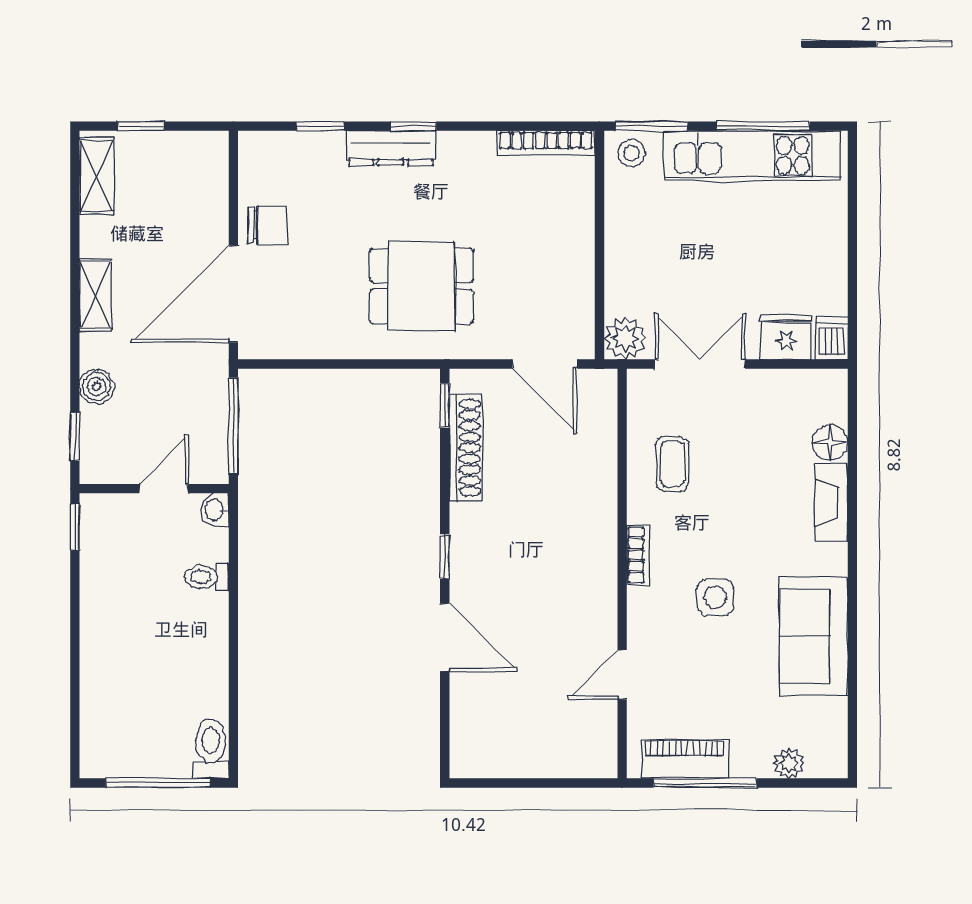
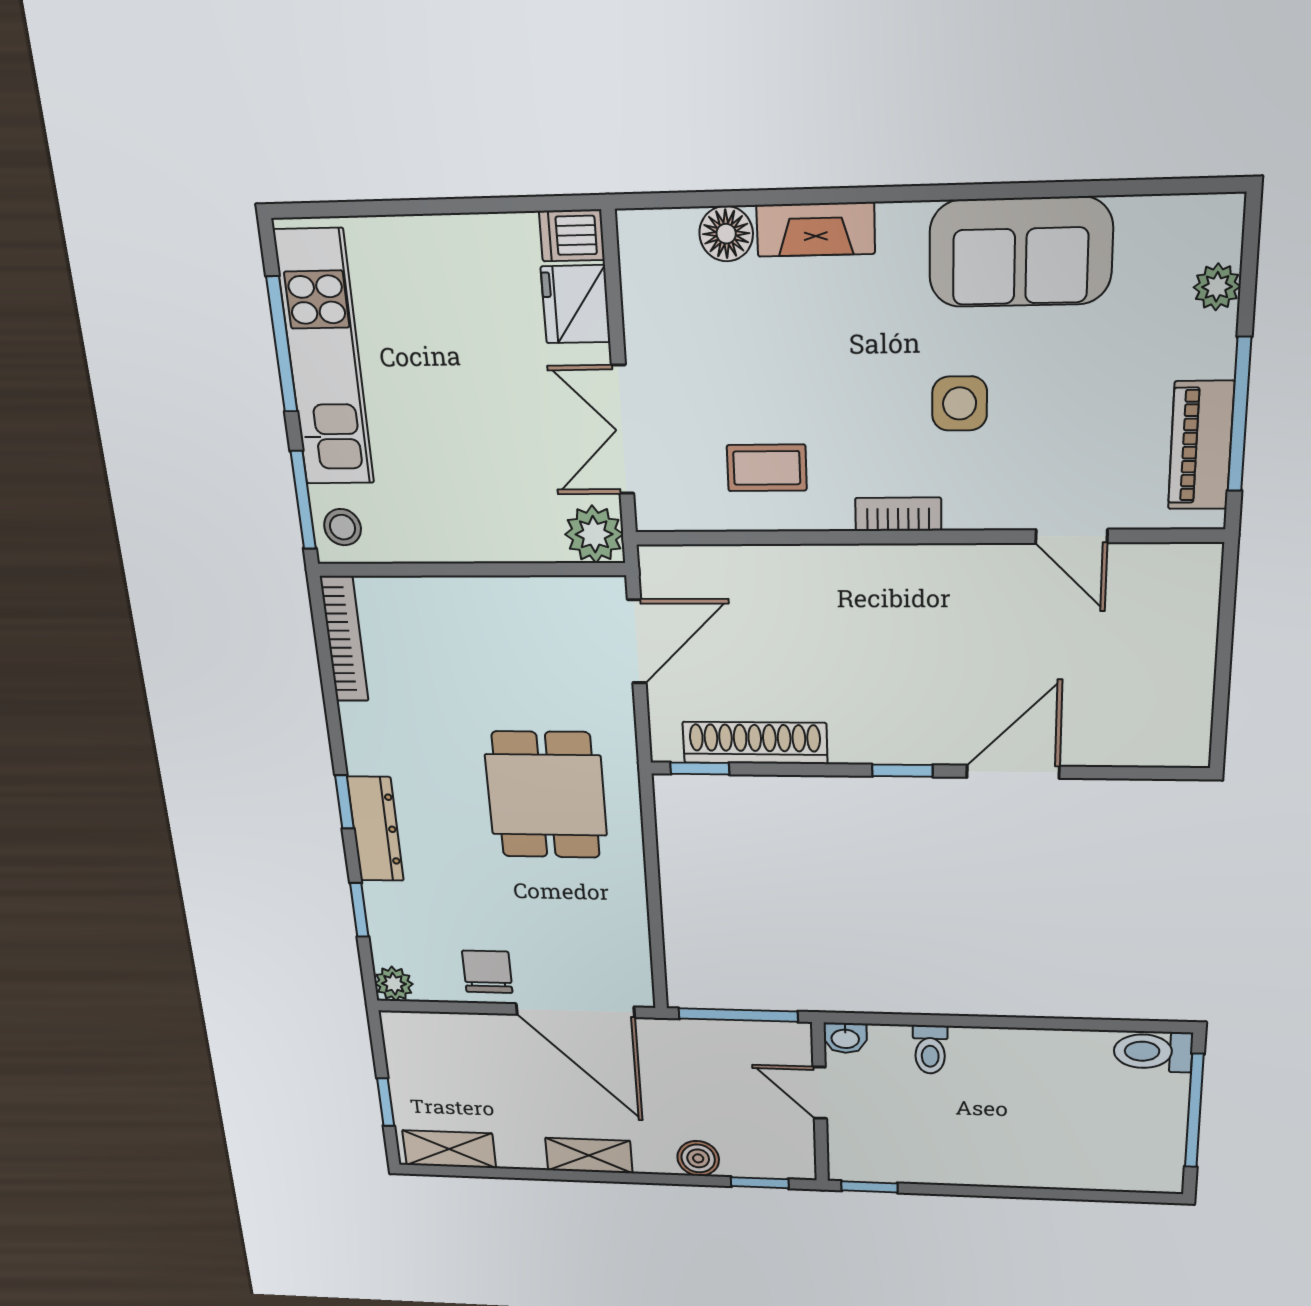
plant: (254, 147) -> (394, 984), added

